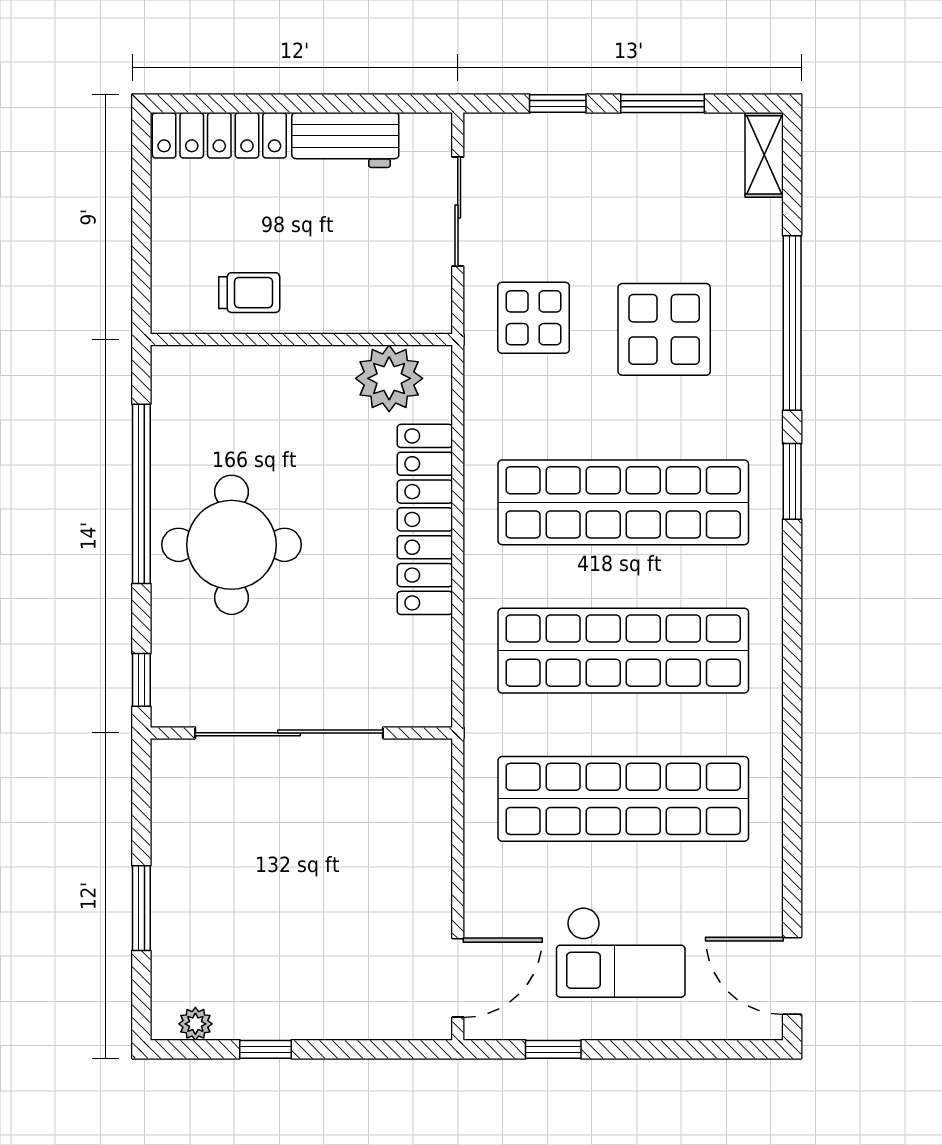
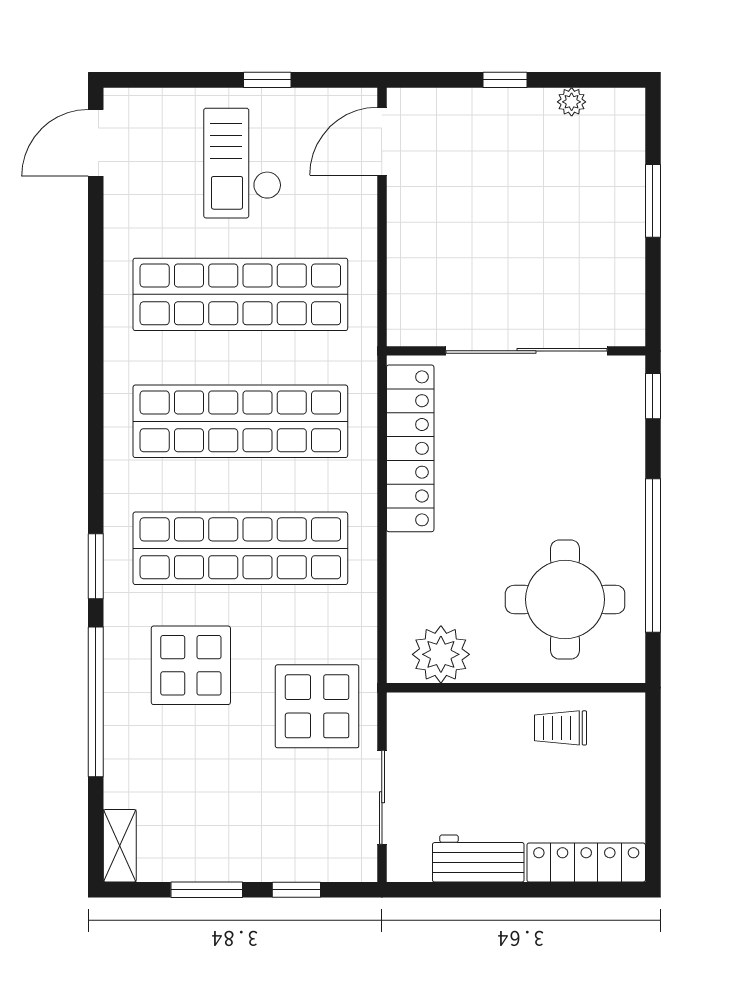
display table: (534, 318) -> (317, 706), width x1.36, depth x1.36
display table: (664, 329) -> (191, 665), moved
locker: (425, 519) -> (410, 448), moved
round table: (231, 545) -> (565, 600), moved
checkout: (621, 952) -> (242, 163), turned -90
door: (792, 976) -> (96, 143), swing flipped
plant: (195, 1024) -> (572, 102), moved
window: (266, 1049) -> (505, 80), moved
window: (553, 1049) -> (267, 80), moved

